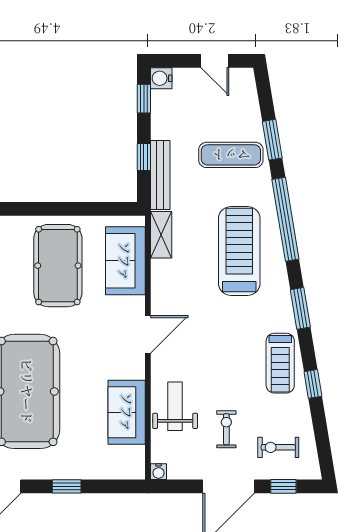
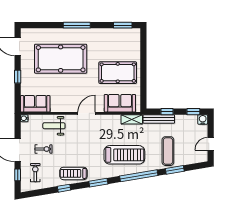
door: (148, 334) -> (87, 113), swing flipped
weight bench: (175, 406) -> (54, 126), turned 180
sofa: (127, 412) -> (35, 104), moved

